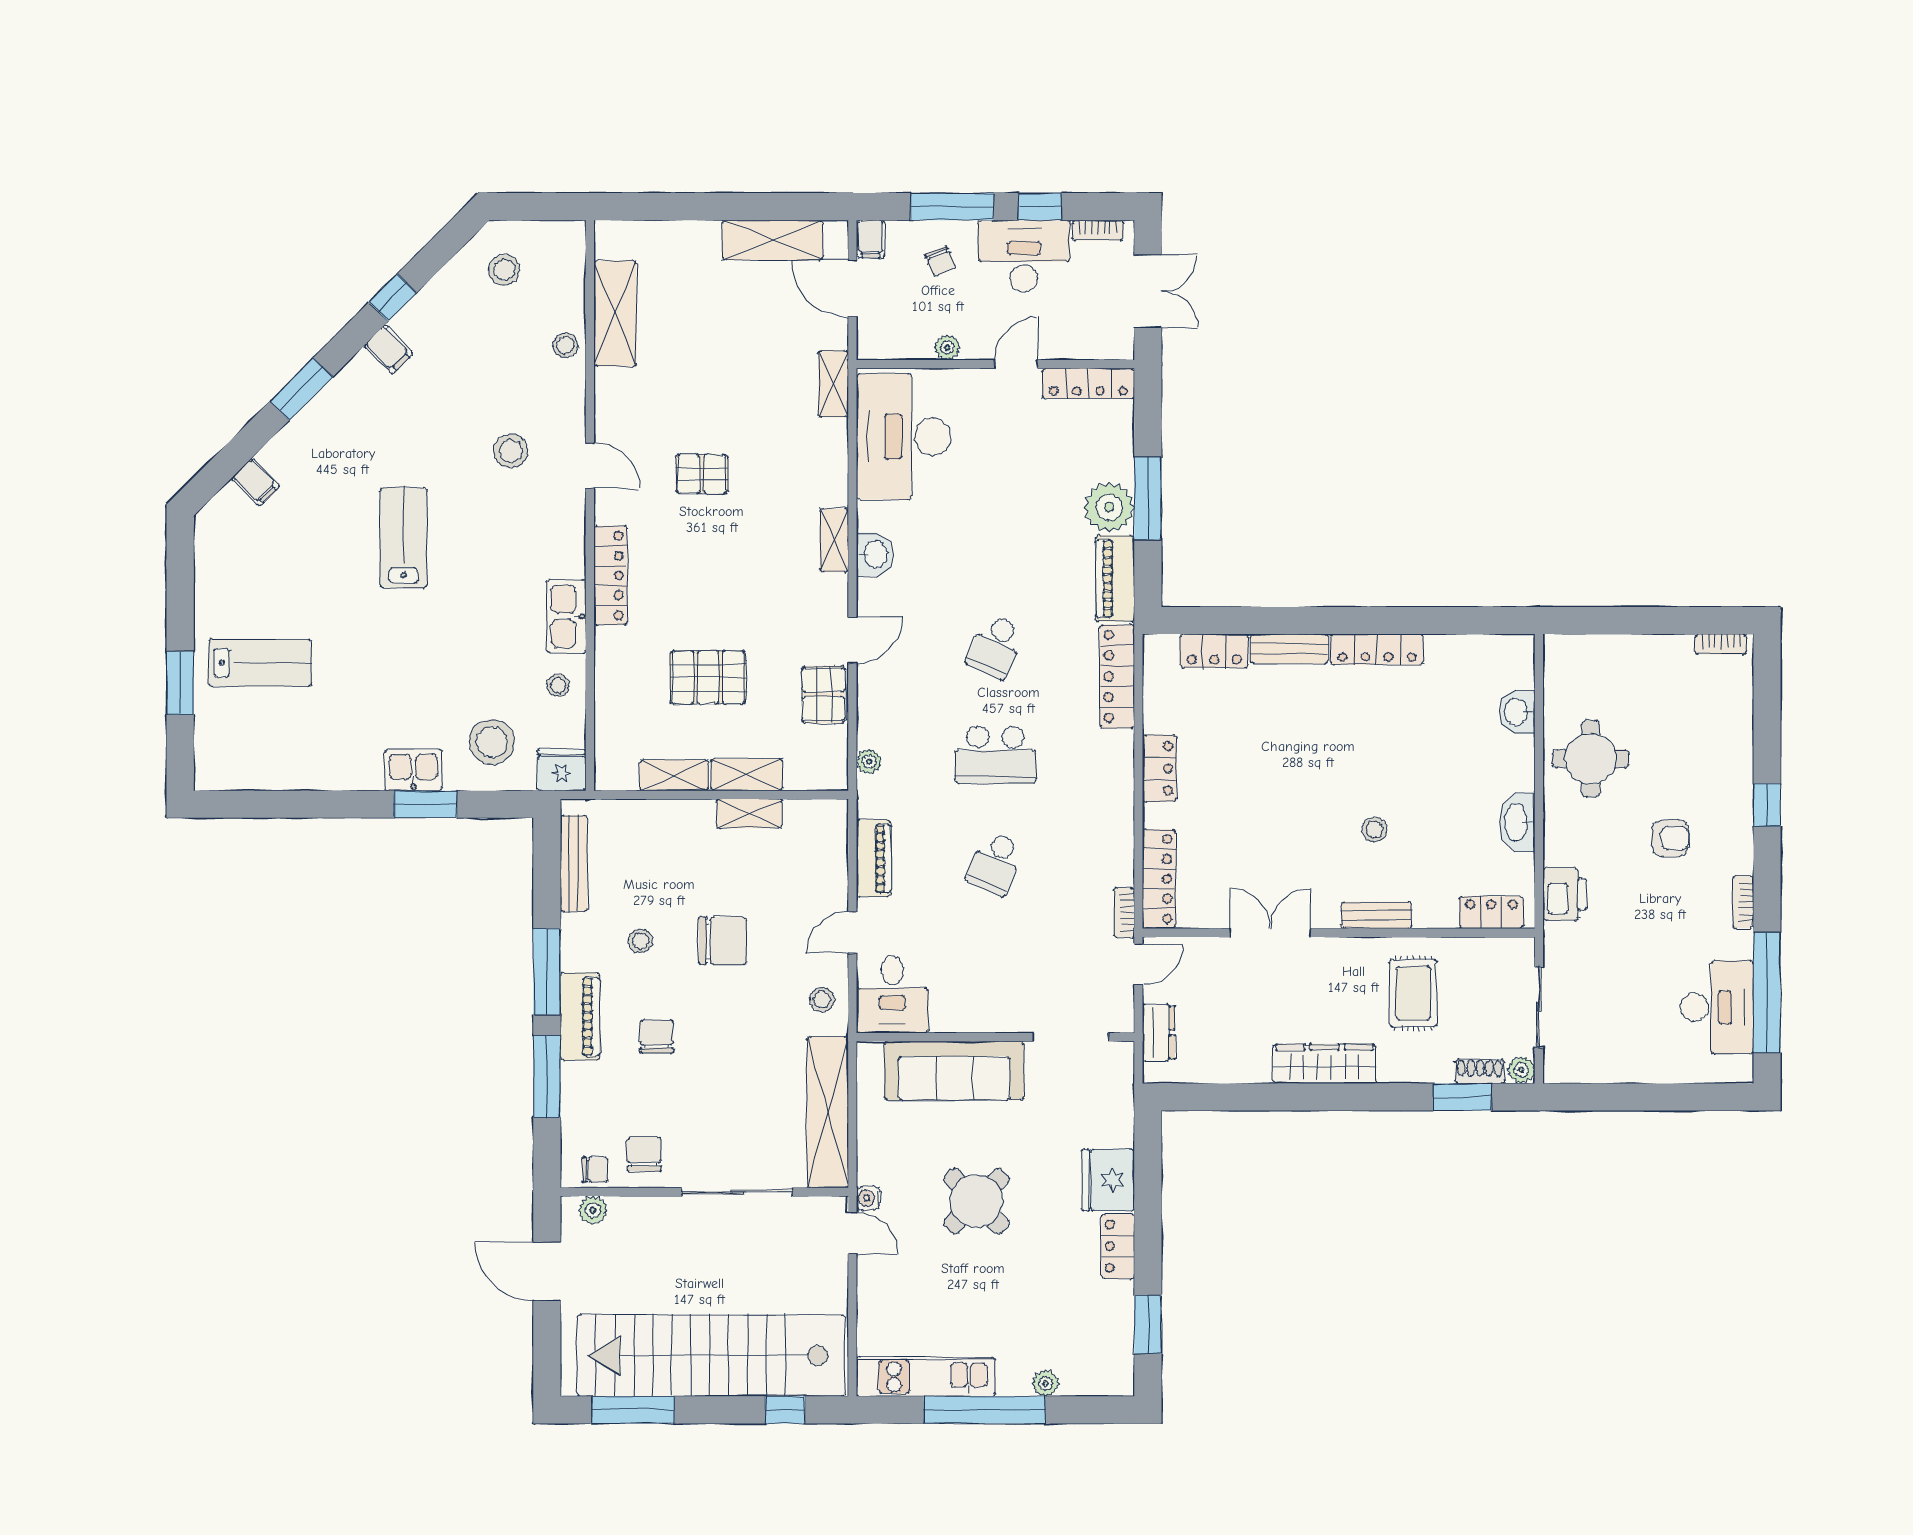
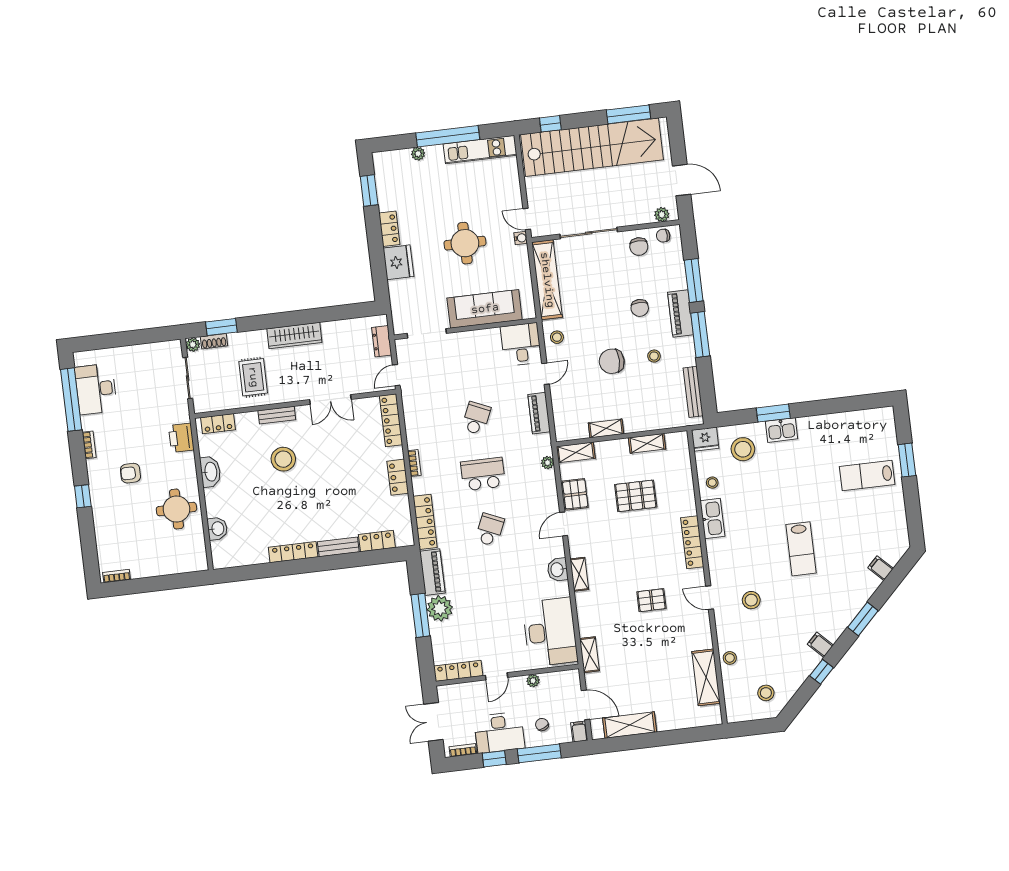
shelving: (747, 775) -> (576, 452), moved
stool: (1374, 830) -> (283, 459), width x1.89, depth x1.89
bookcase: (1124, 913) -> (414, 463), moved
round table: (976, 1201) -> (465, 243), turned 45

